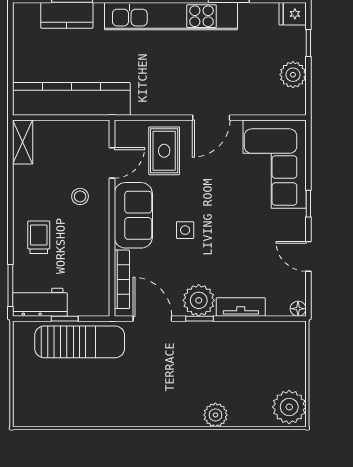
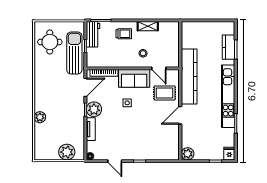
plant: (293, 75) -> (188, 154), moved
kitchen counter: (71, 99) -> (189, 77), moved
door: (211, 118) -> (180, 115), hinge flipped
shelving: (23, 142) -> (148, 26), moved
corner sofa: (275, 164) -> (158, 145), removed
door: (308, 256) -> (115, 161), swing flipped
sun lounger: (80, 342) -> (74, 53), turned 180
round table: (56, 394) -> (50, 42), added
plant: (289, 407) -> (67, 152), moved

